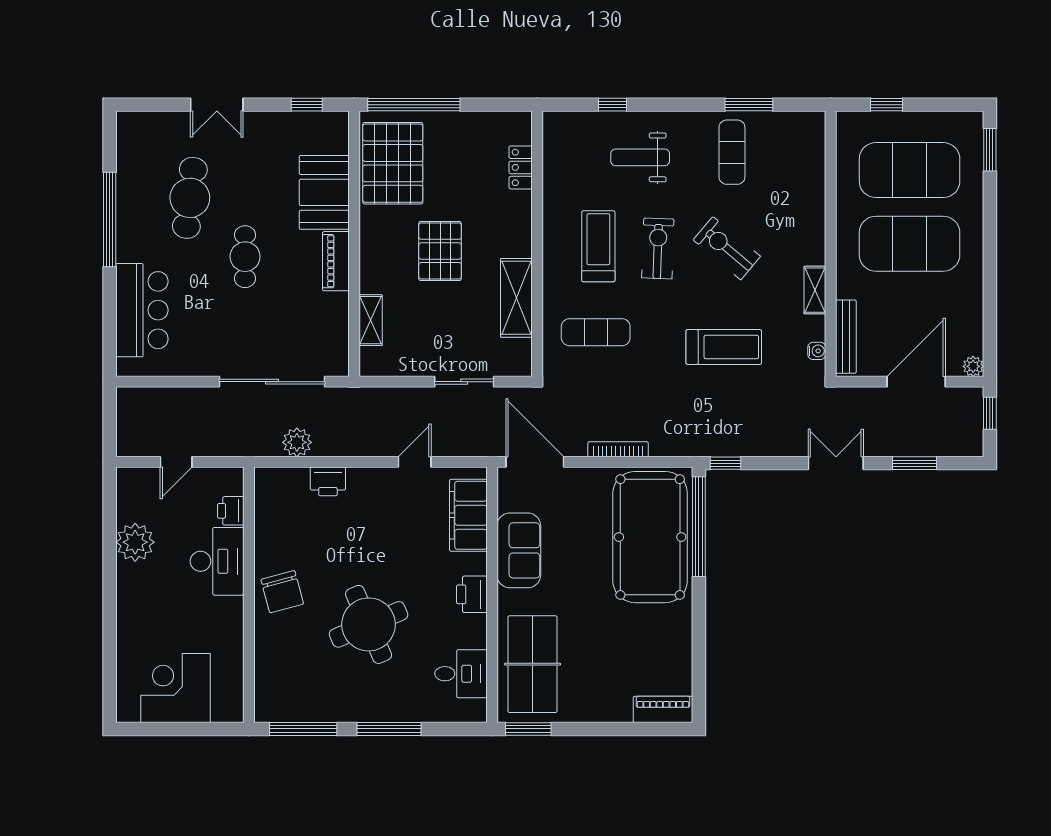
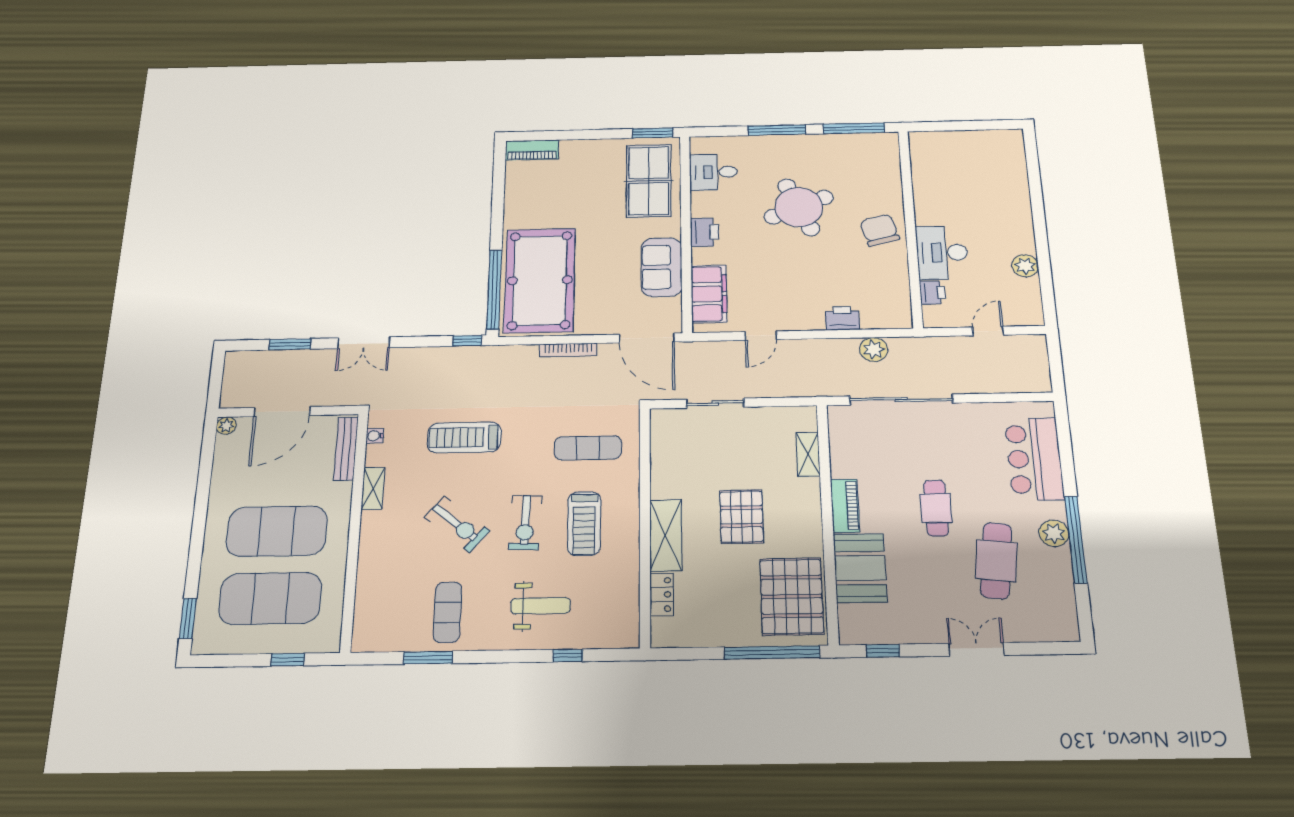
plant: (130, 227) -> (1054, 533), added
shelving: (516, 298) -> (666, 535), moved
window: (990, 413) -> (215, 387), removed
plant: (135, 542) -> (1025, 266), width x0.73, depth x0.73
corner desk: (176, 688) -> (972, 155), removed

